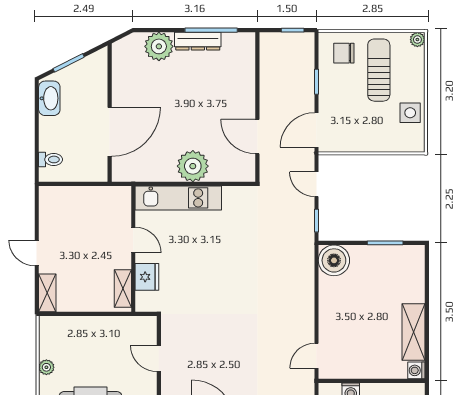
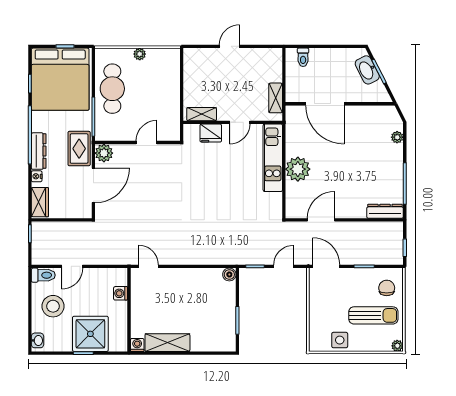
dresser: (198, 41) -> (385, 211), moved, turned 90
plant: (159, 46) -> (397, 137), width x0.53, depth x0.53
washbasin: (49, 98) -> (367, 70), moved, turned 63
boiler: (334, 260) -> (229, 274), width x0.54, depth x0.54
shelving: (47, 293) -> (276, 98), moved, turned 90

